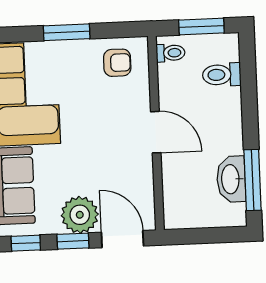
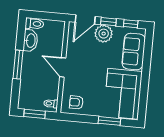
window: (67, 32) -> (109, 121), moved
toilet: (222, 75) -> (34, 24), moved
window: (253, 180) -> (18, 65), moved
door: (122, 239) -> (85, 19), hinge flipped

